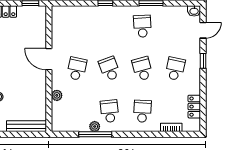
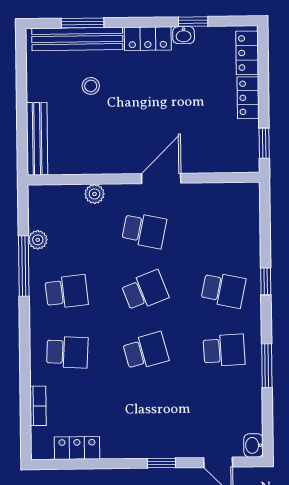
school desk: (175, 69) -> (223, 290), moved
plant: (95, 126) -> (38, 240), moved

